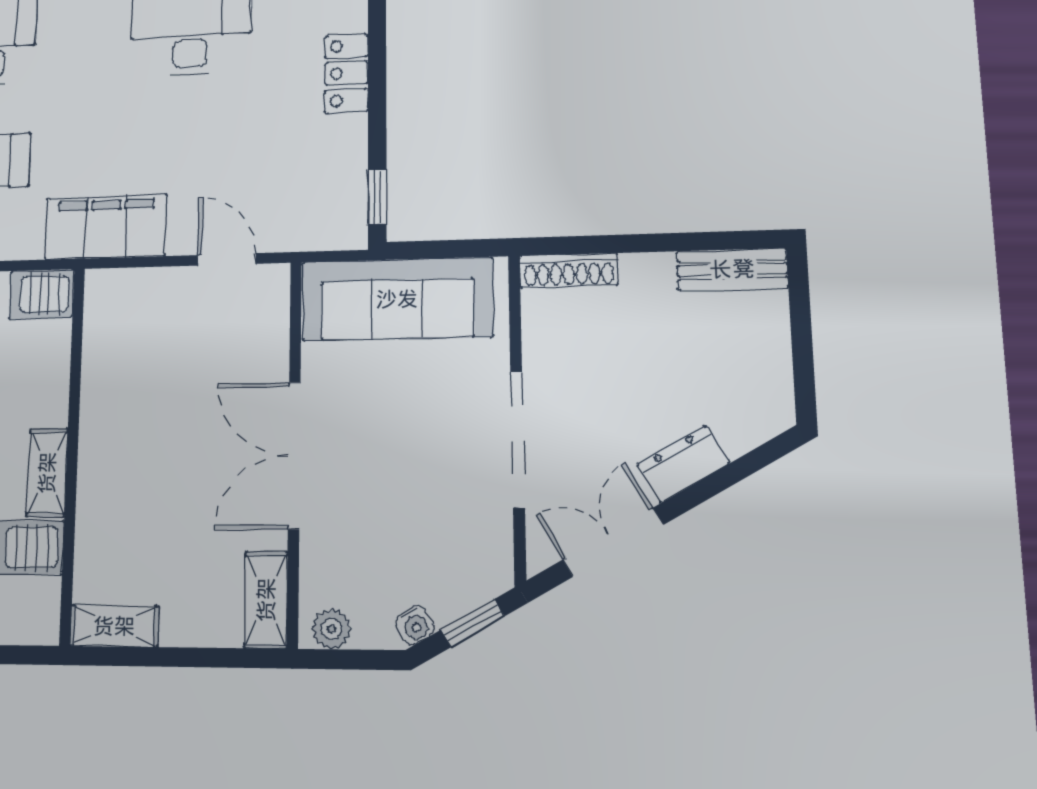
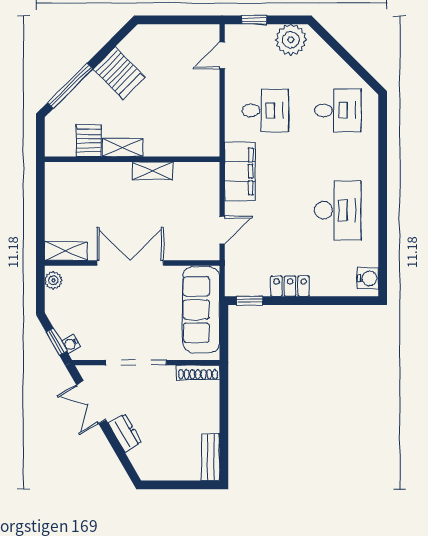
locker: (346, 73) -> (290, 286), moved
shoe rack: (569, 270) -> (198, 372), moved, turned -90
server rack: (42, 294) -> (208, 141), removed
double door: (613, 542) -> (91, 402), swing flipped
water cooler: (415, 625) -> (71, 344), moved
shelving: (114, 626) -> (153, 171), moved, turned 90

